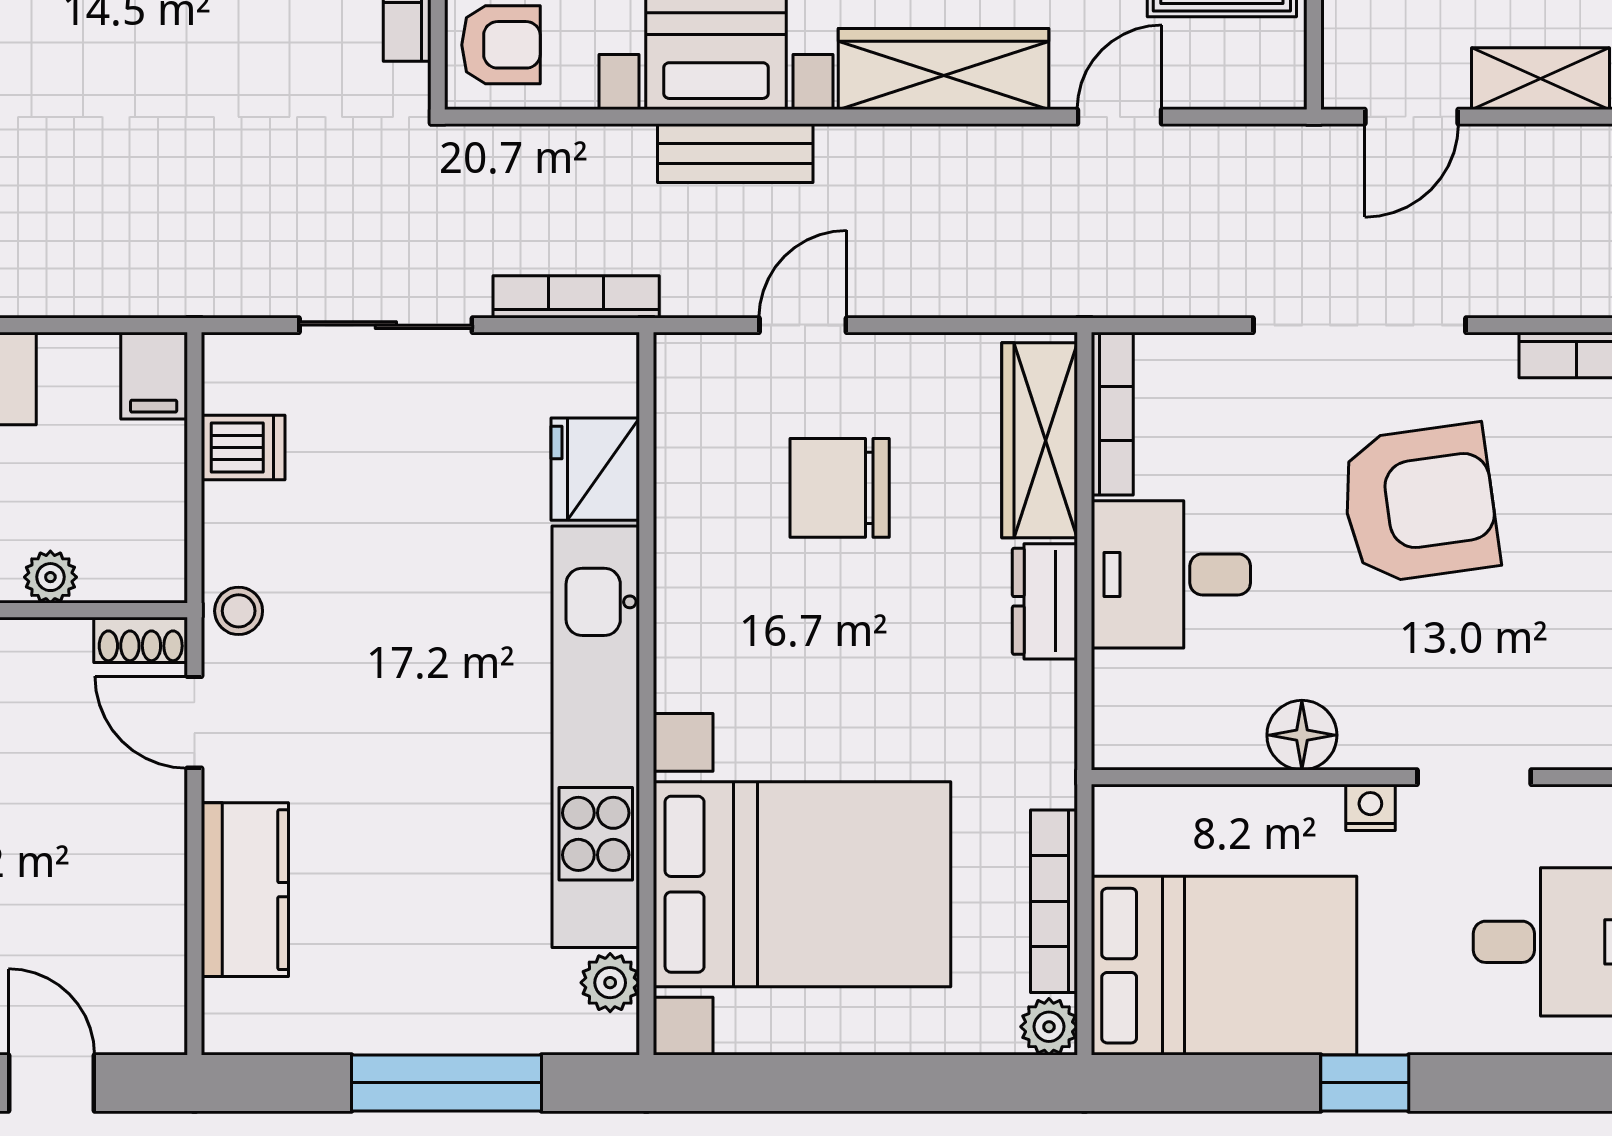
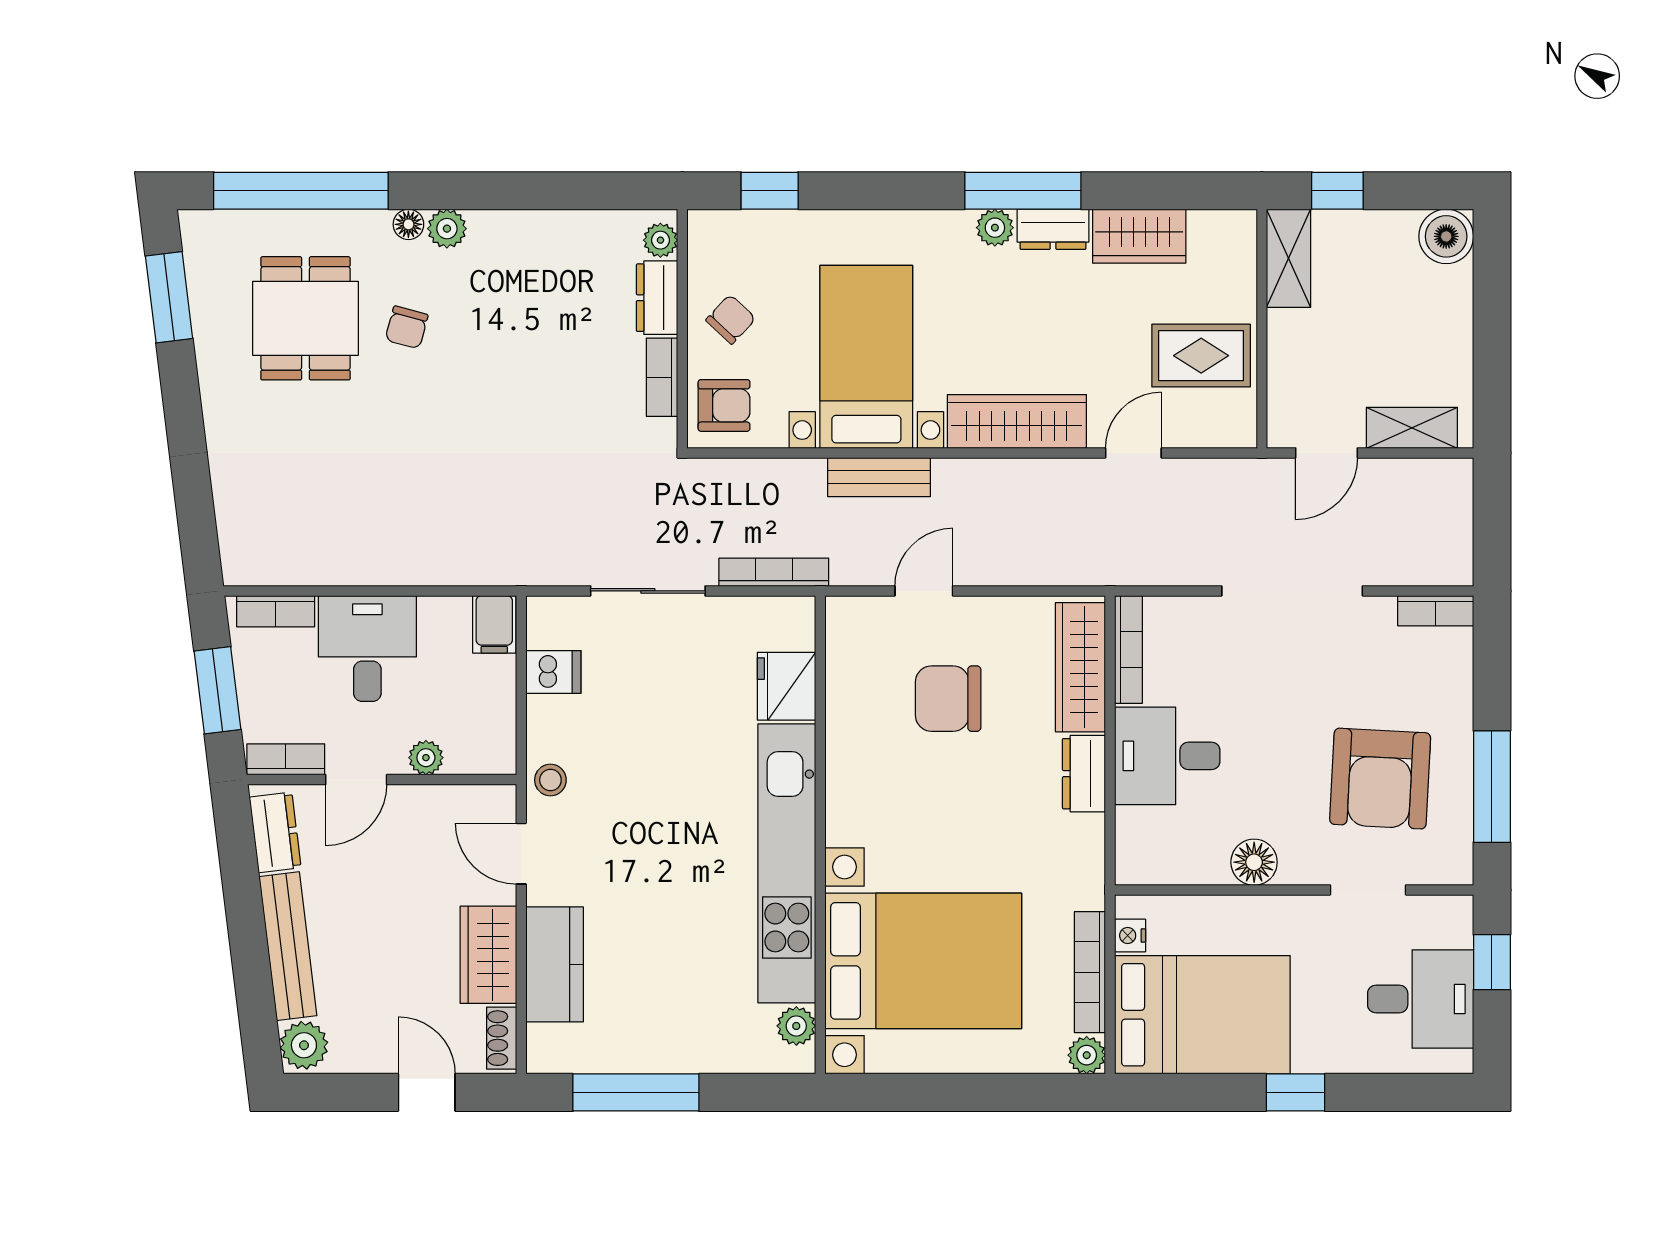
armchair: (1419, 503) -> (1380, 779), moved, turned 101
shoe rack: (141, 640) -> (502, 1038), moved, turned 90
nightstand: (1370, 807) -> (1130, 935), moved, turned -90
wardrobe: (145, 875) -> (488, 955), added
window: (446, 1083) -> (636, 1092), moved

